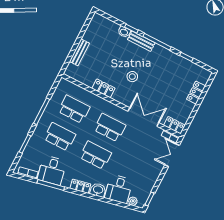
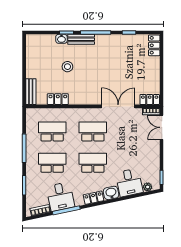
bench: (79, 52) -> (31, 92), moved
stool: (132, 77) -> (67, 67), moved
locker: (103, 88) -> (58, 99), moved
locker: (196, 93) -> (154, 45), moved

